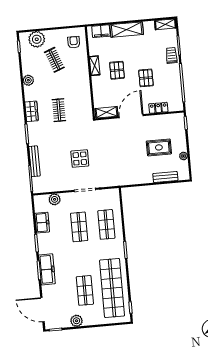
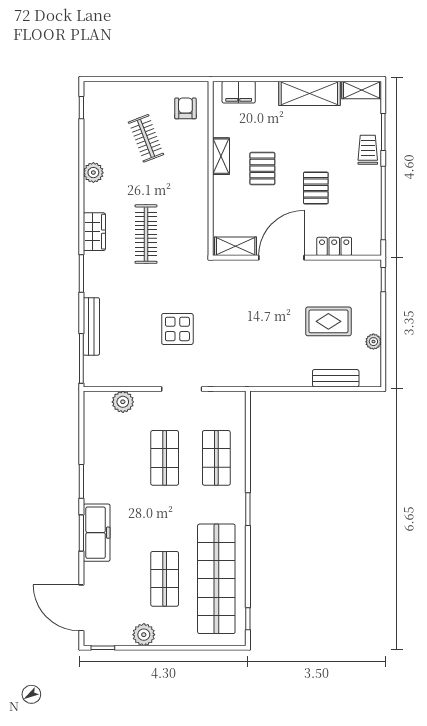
shelving: (127, 30) -> (309, 93), moved
plant: (37, 39) -> (116, 97), removed
clothes rail: (59, 110) -> (146, 234), width x1.36
freezer: (42, 223) -> (96, 444), removed

